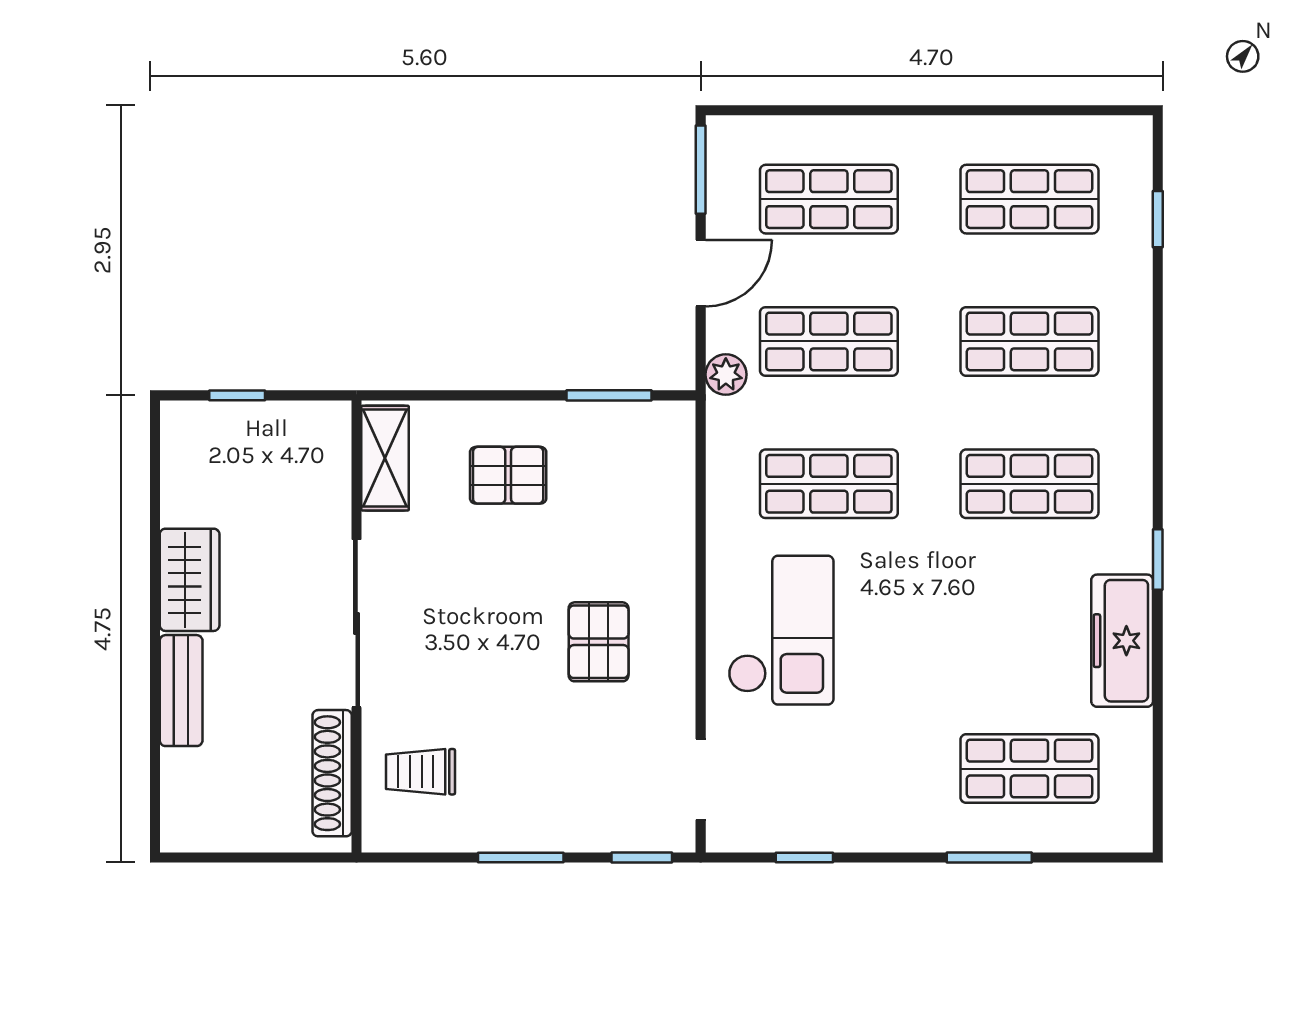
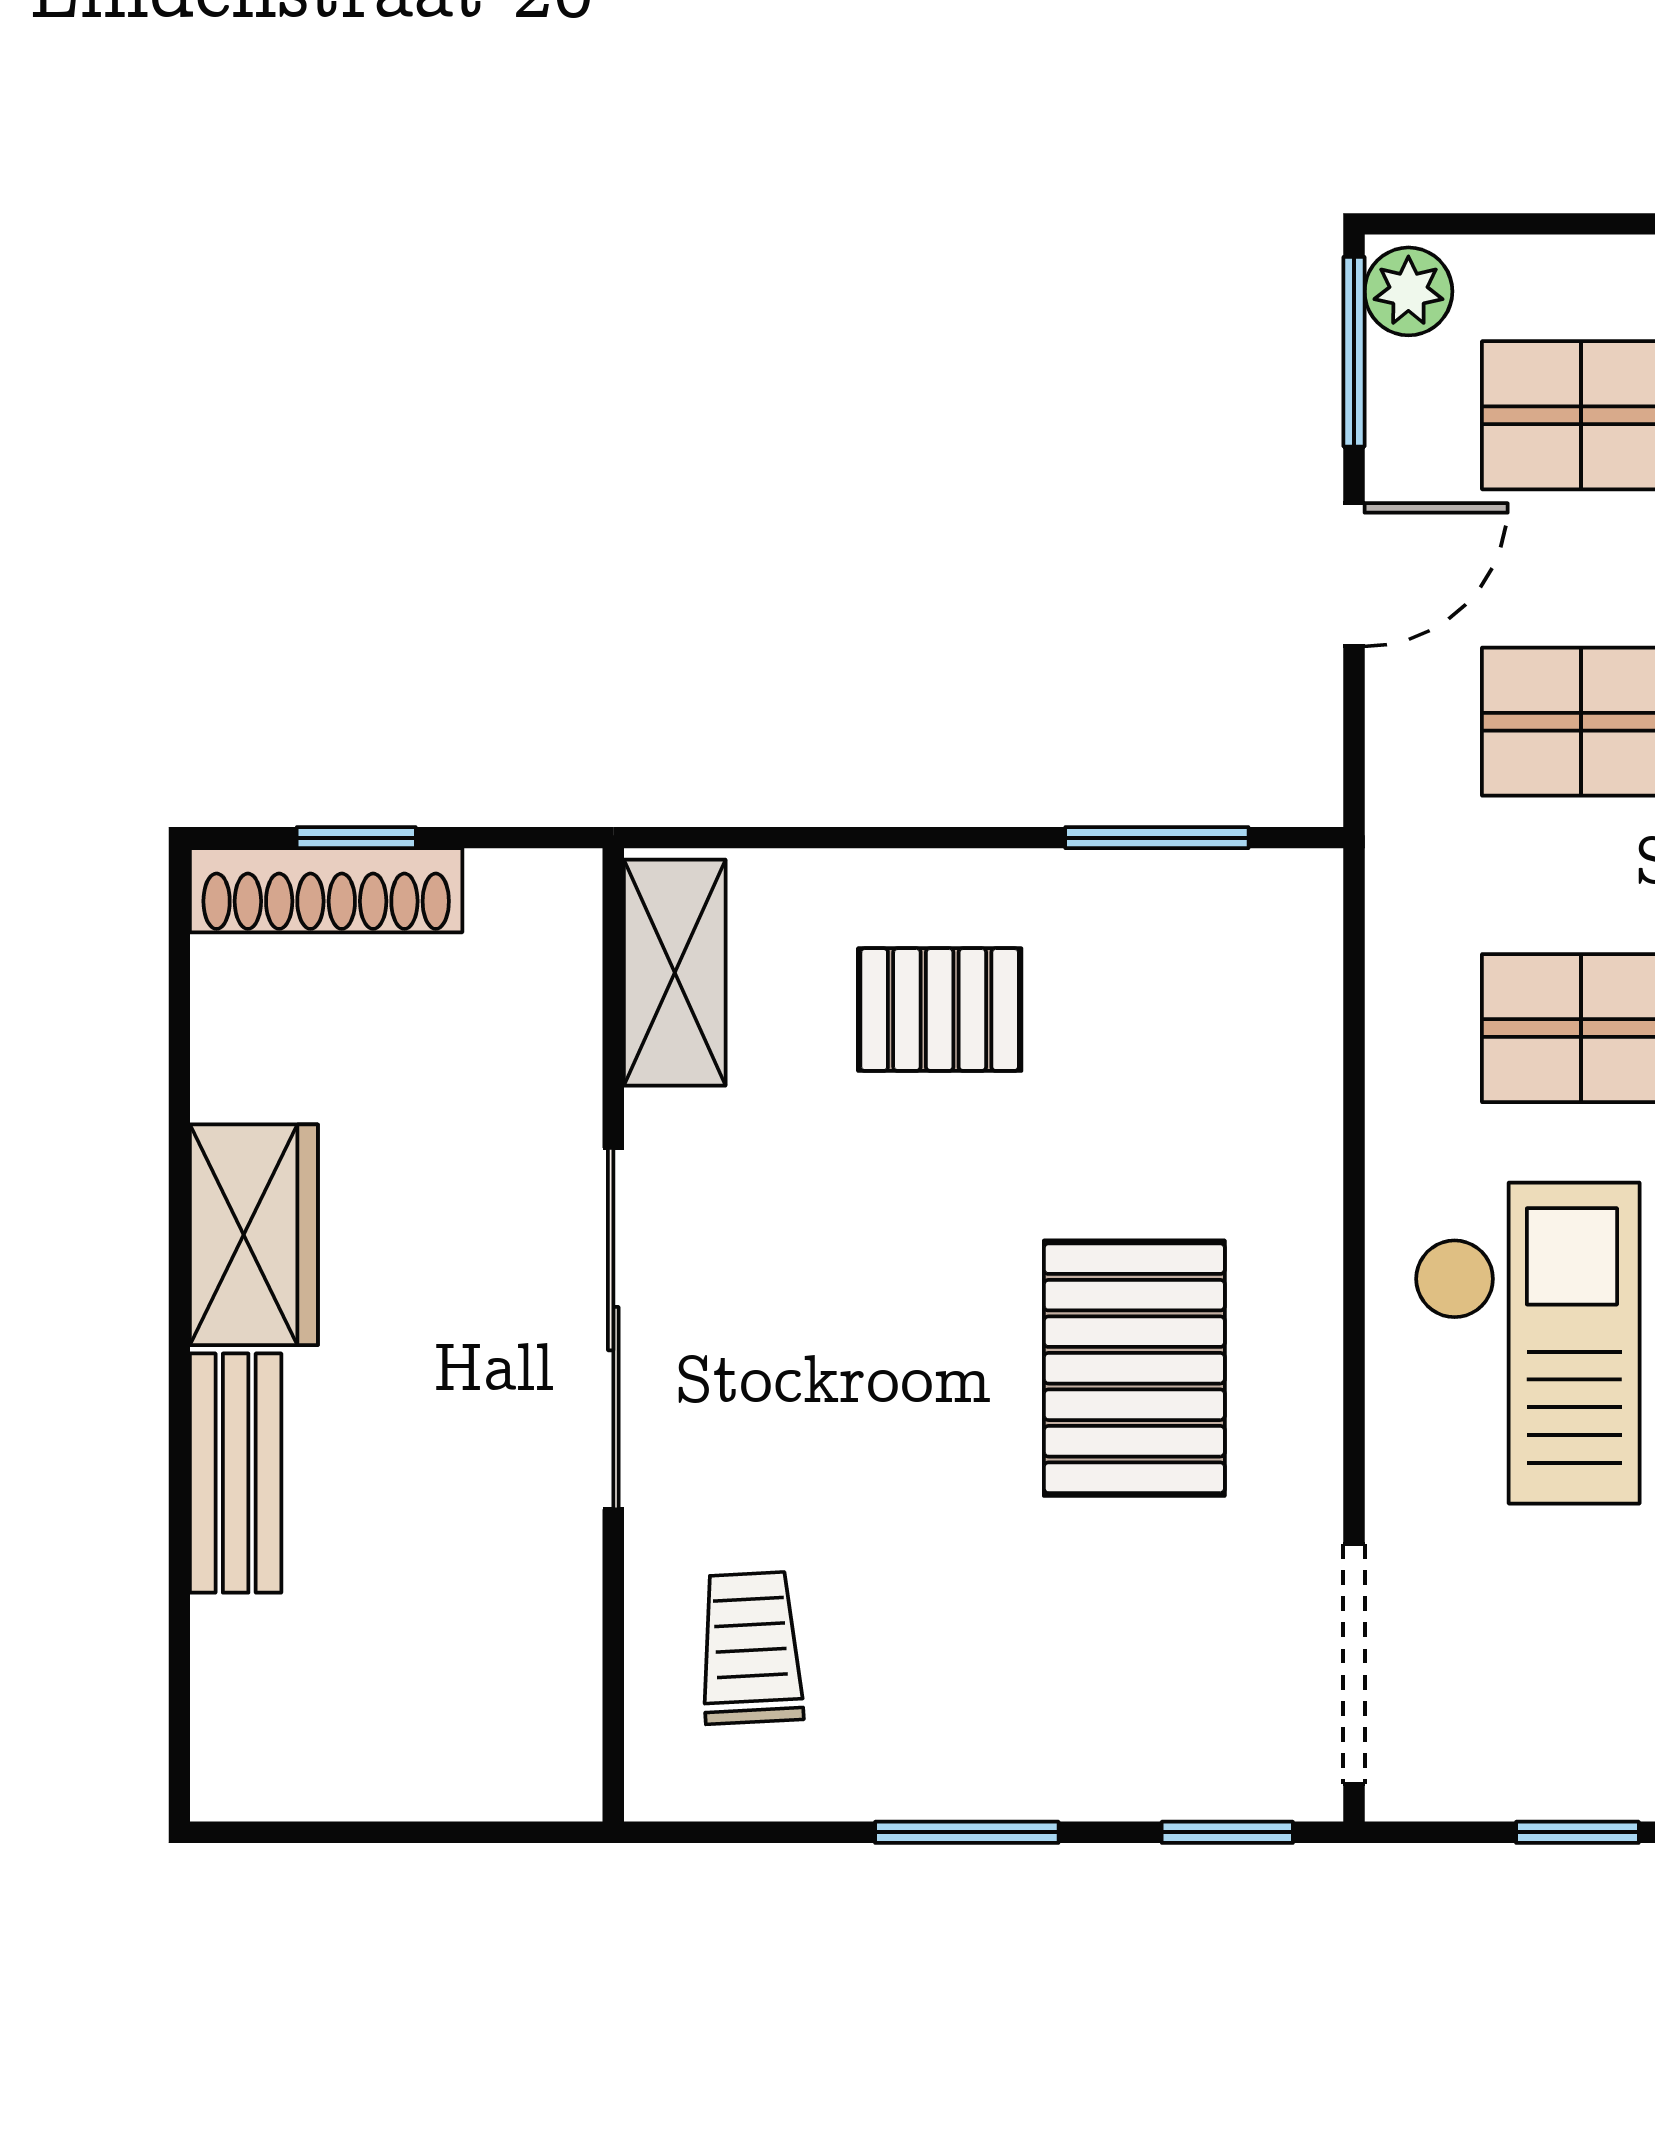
plant: (726, 375) -> (1408, 291), moved
pallet: (599, 642) -> (1134, 1368), width x1.50, depth x1.42
trolley: (420, 772) -> (751, 1648), turned 87
shoe rack: (332, 773) -> (326, 890), moved, turned -90
doorway: (701, 779) -> (1354, 1664), width x1.38

